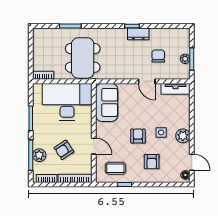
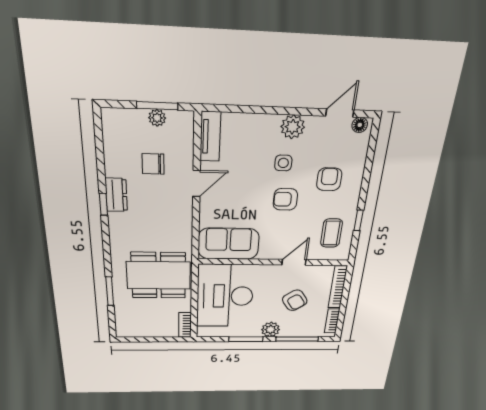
plant: (39, 155) -> (271, 330), moved
armchair: (152, 162) -> (329, 179), turned -90

